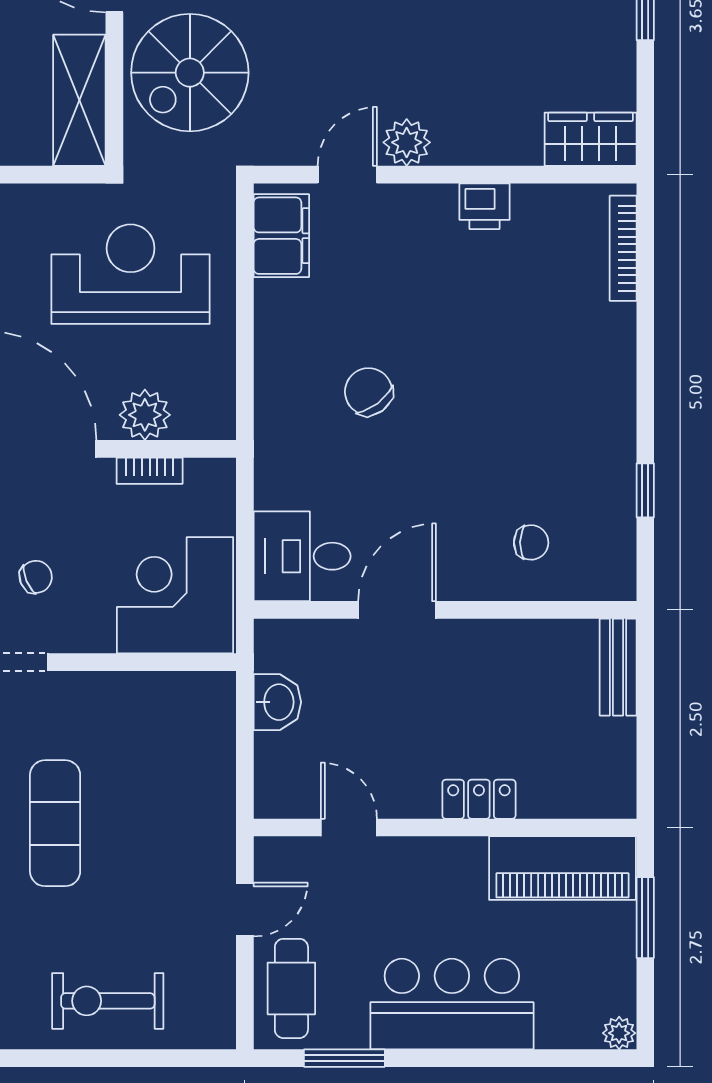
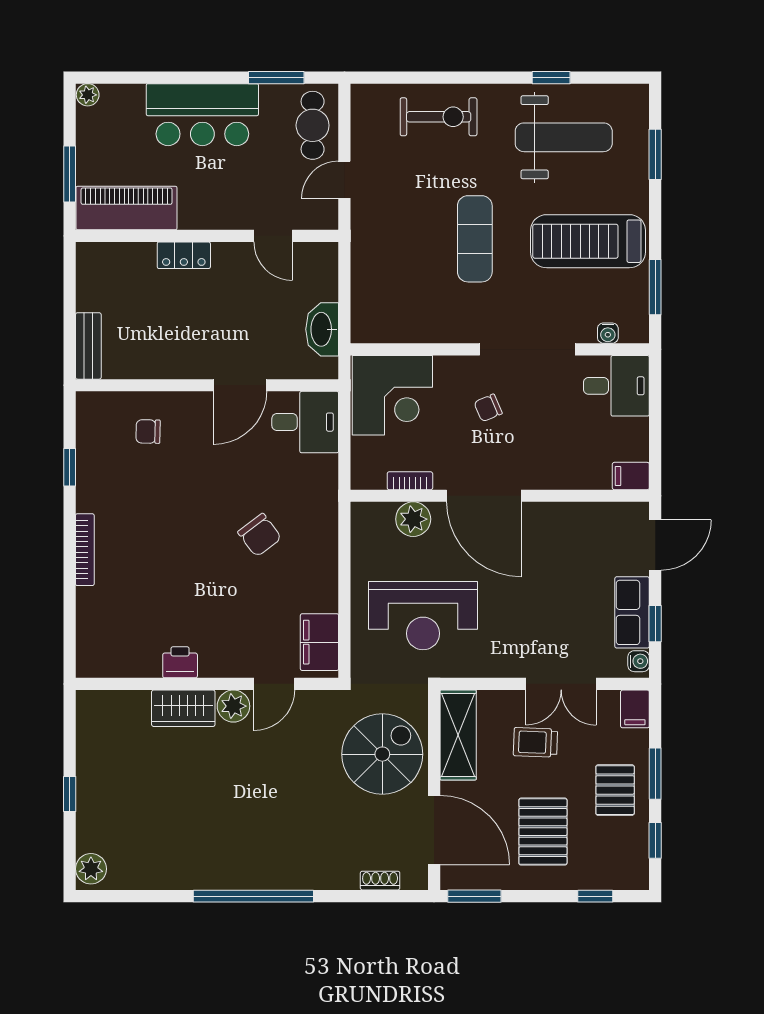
wardrobe: (591, 139) -> (183, 708), moved
bookcase: (623, 248) -> (85, 550), moved
washbasin: (277, 702) -> (322, 329), width x1.38

